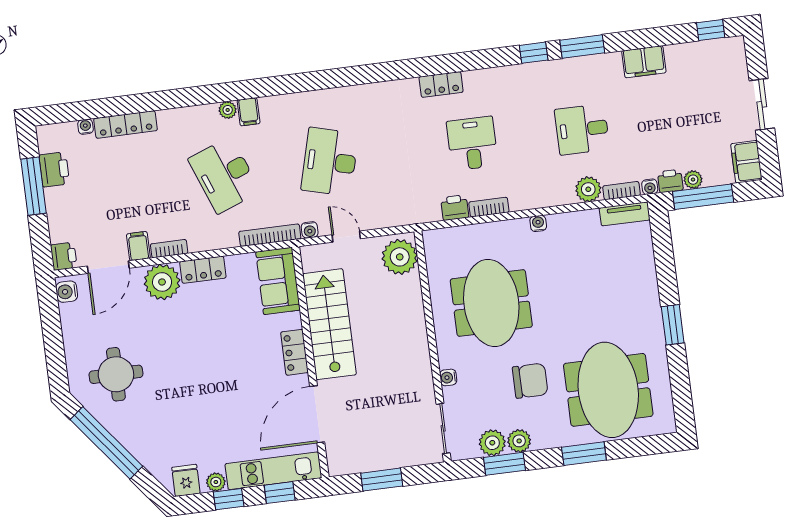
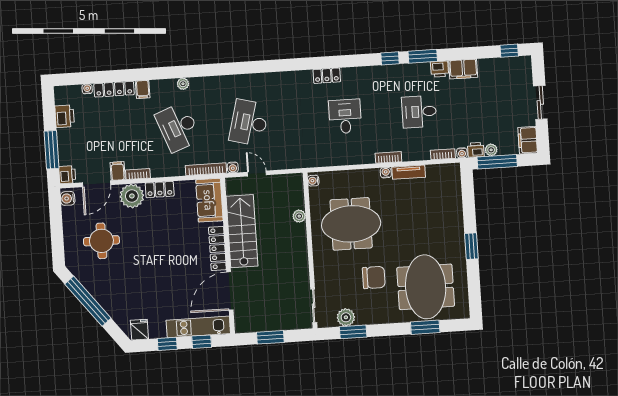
filing cabinet: (249, 112) -> (143, 89), moved
window: (34, 186) -> (52, 150), moved
plant: (588, 189) -> (421, 152), removed
bookcase: (489, 207) -> (388, 157), moved
printer: (455, 208) -> (440, 69), moved, turned 180
tv unit: (625, 214) -> (409, 172), moved
plant: (400, 257) -> (299, 216), moved, width x0.53, depth x0.53
meeting table: (491, 303) -> (351, 224), turned 90
locker: (294, 352) -> (217, 249), width x1.53
round table: (116, 374) -> (101, 241), moved
water cooler: (448, 377) -> (313, 181), moved
plant: (519, 441) -> (364, 317), removed
window: (584, 454) -> (425, 327), moved
plant: (216, 482) -> (159, 332), removed

